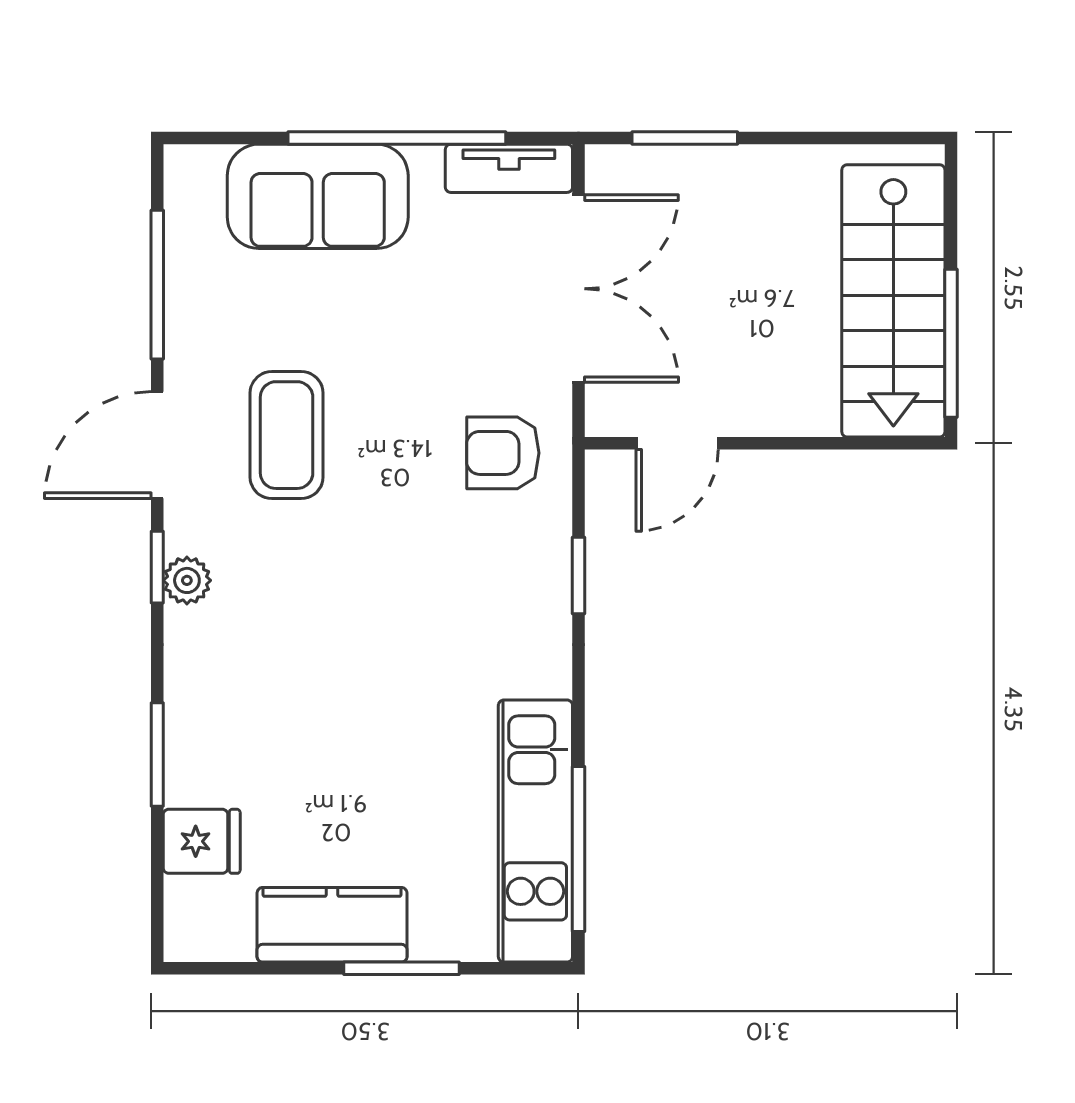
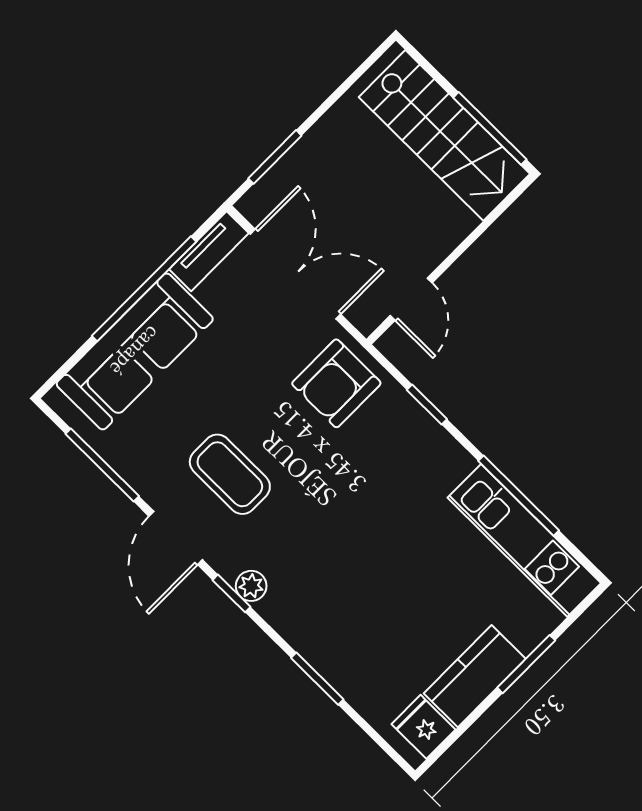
sofa: (318, 196) -> (135, 351), width x1.36
armchair: (503, 453) -> (336, 383), width x1.38, depth x1.38
fridge: (202, 841) -> (423, 727), moved, turned -90
window: (578, 849) -> (519, 496), moved

